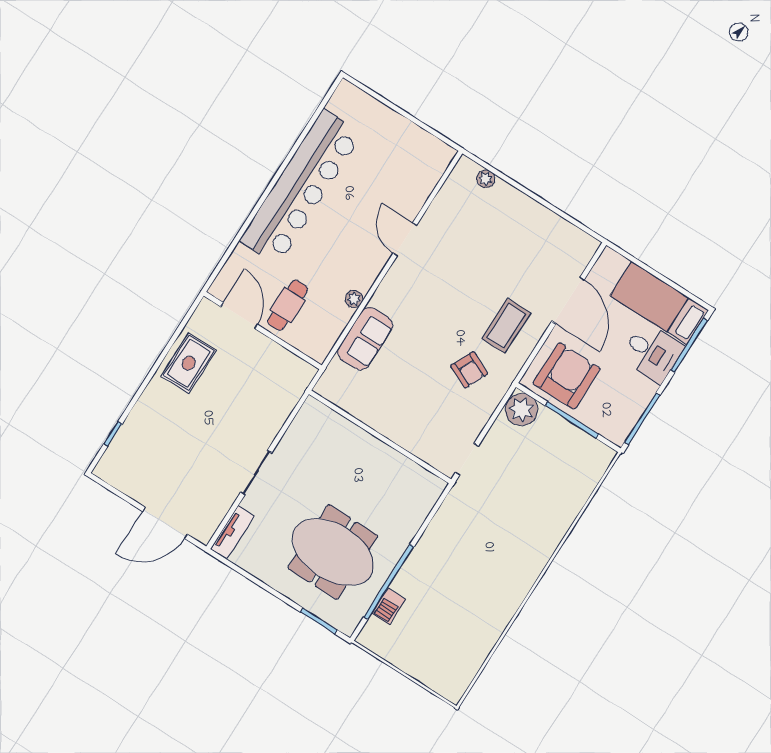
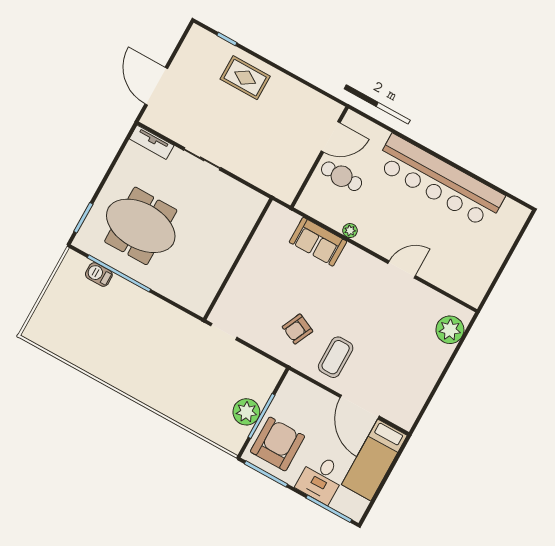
plant: (486, 179) -> (450, 330), width x1.88, depth x1.88
door: (568, 300) -> (360, 407), hinge flipped
bed: (659, 303) -> (374, 460), moved, turned 180
coffee table: (506, 326) -> (336, 357), turned 90
rug: (189, 363) -> (245, 78), moved
armchair: (567, 376) -> (278, 444), moved, turned -90
plant: (521, 410) -> (246, 412), moved
meeting table: (333, 552) -> (141, 226), turned 90

